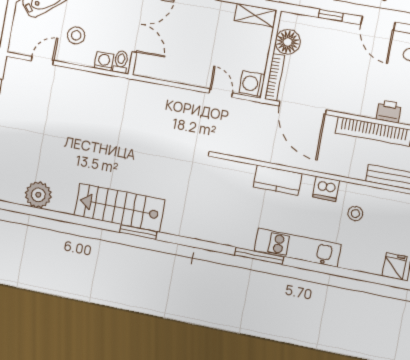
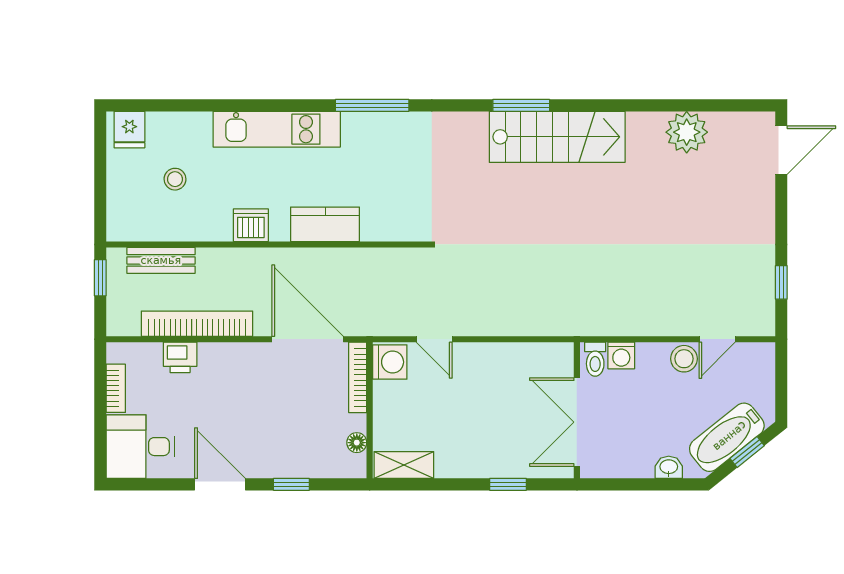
stool: (76, 35) -> (684, 359), moved
floor lamp: (288, 42) -> (357, 443), width x0.53, depth x0.53
stool: (355, 214) -> (175, 179), moved
window: (259, 256) -> (372, 105), moved

